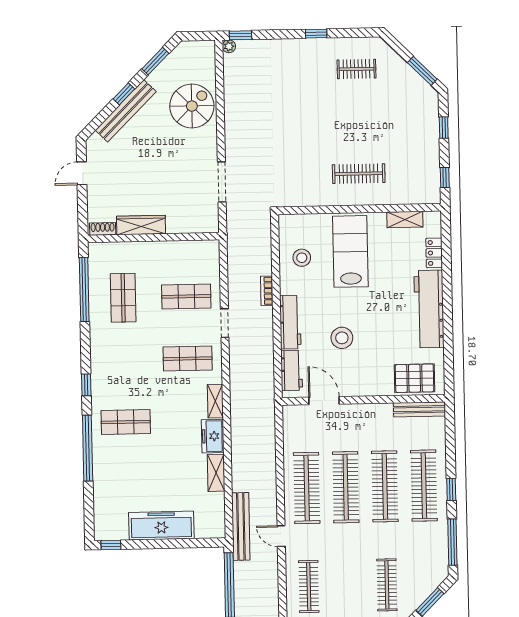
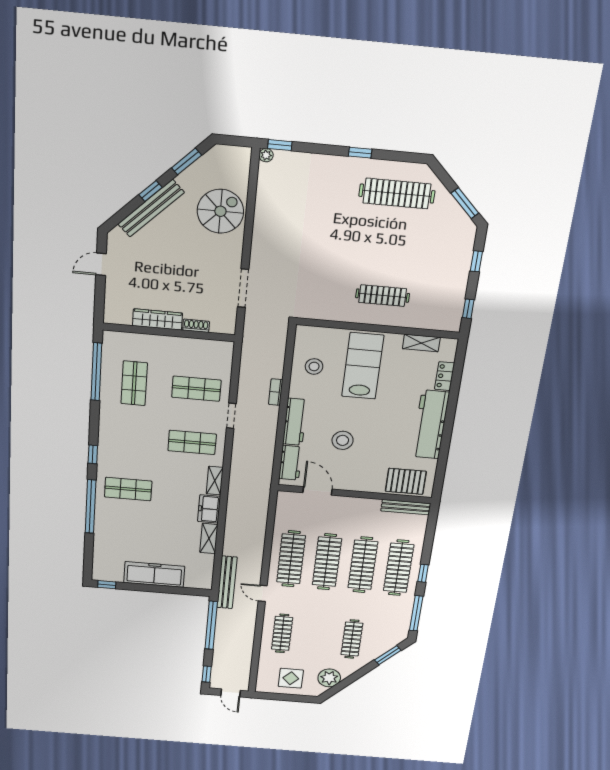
clothes rail: (357, 69) -> (397, 194), width x1.86, depth x1.31
shoe rack: (103, 229) -> (196, 326), moved

